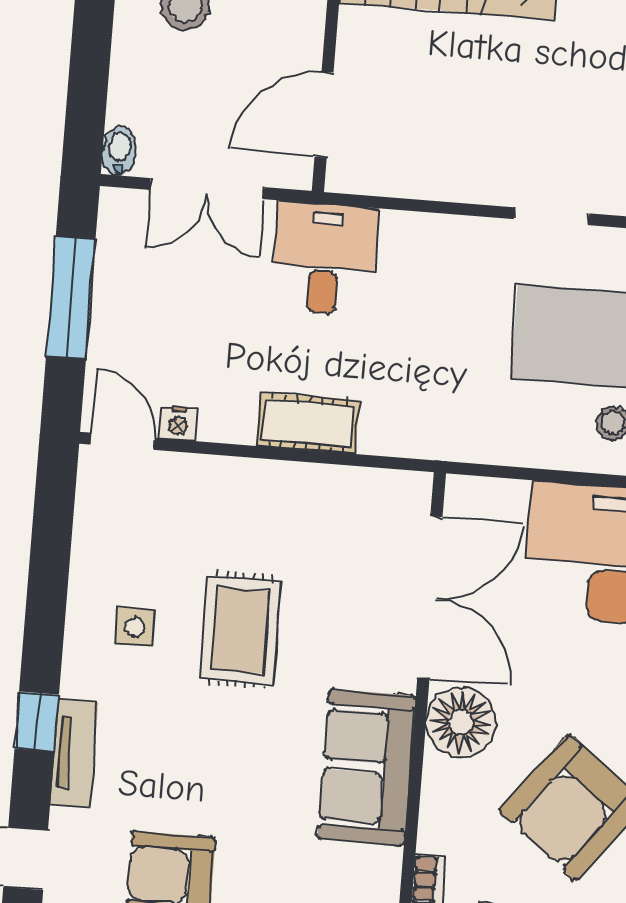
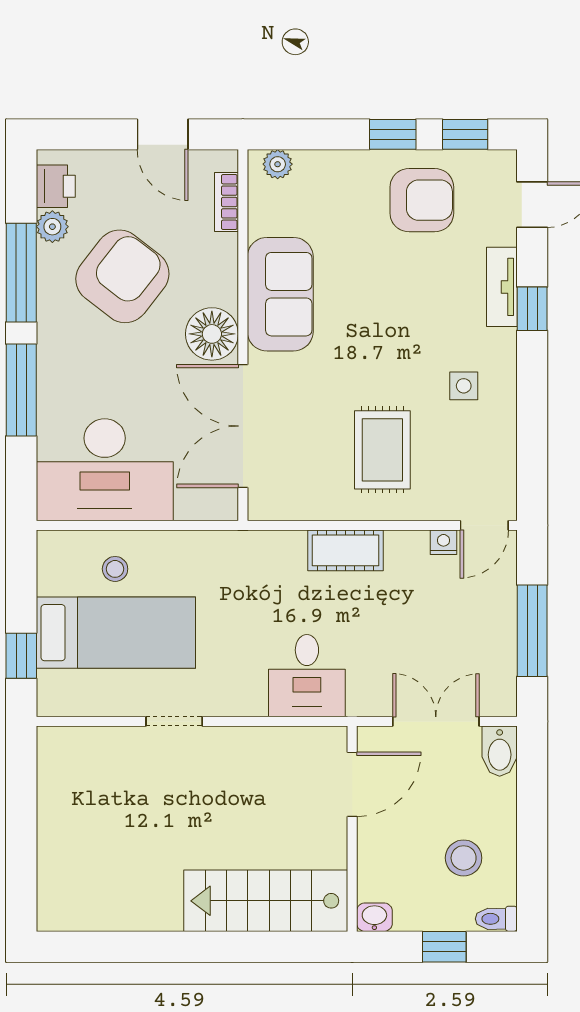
bidet: (119, 151) -> (500, 751), width x1.38, depth x1.36
desk: (325, 259) -> (307, 676), moved
door: (123, 441) -> (484, 525), hinge flipped
rug: (240, 630) -> (382, 450), moved

